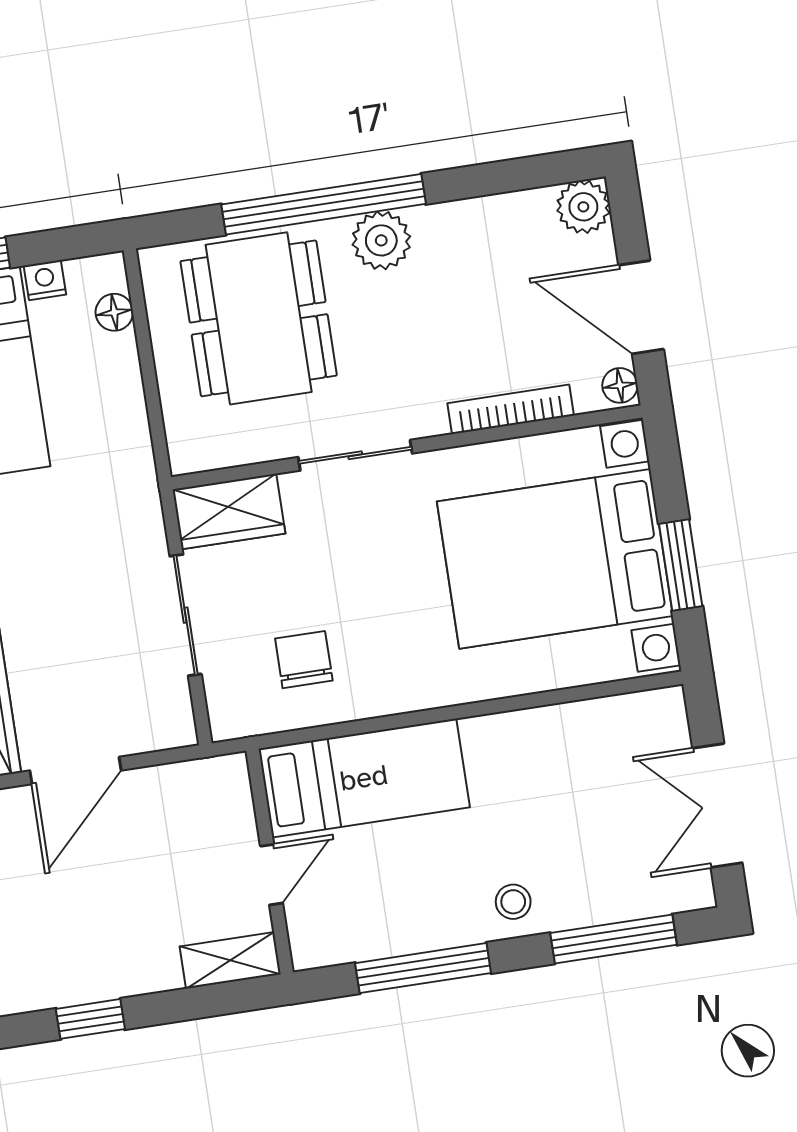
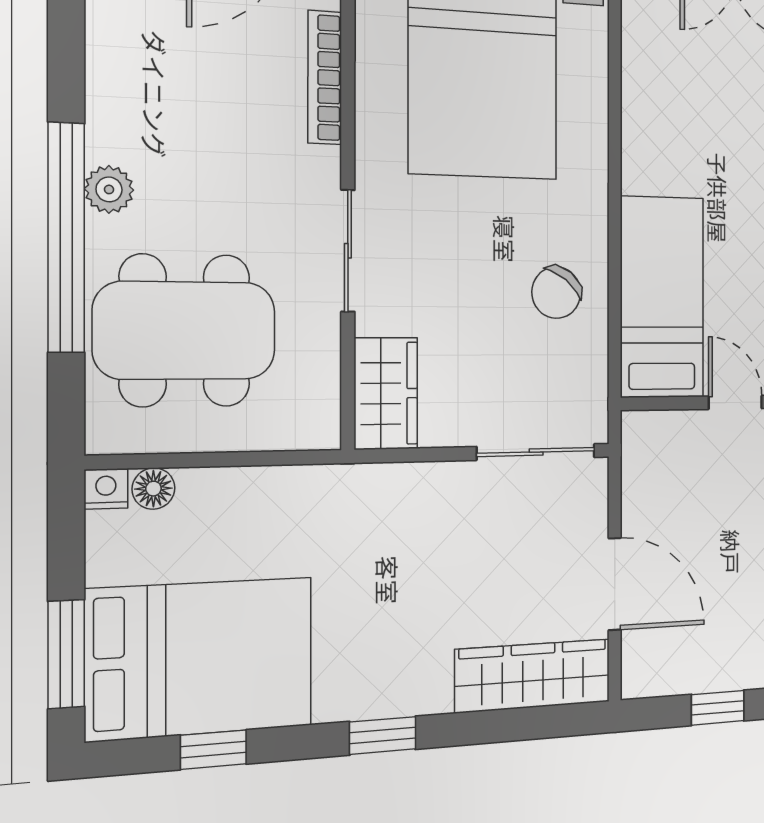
plant: (381, 240) -> (109, 189), width x0.73, depth x0.73
nightstand: (45, 280) -> (106, 489), moved, turned 90
sliding door: (186, 615) -> (536, 452), moved
chair: (304, 660) -> (556, 293), moved, turned -52

